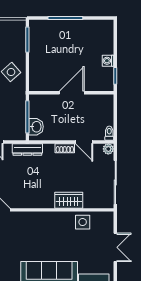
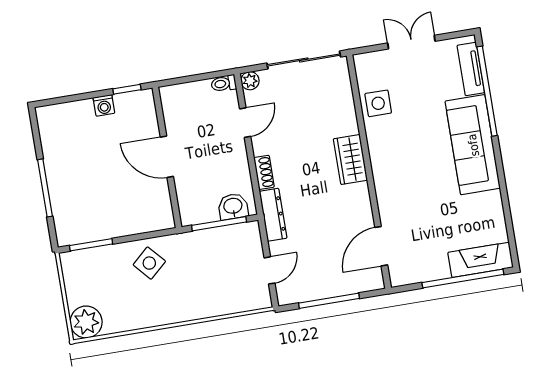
shoe rack: (65, 148) -> (264, 172), moved
wardrobe: (69, 200) -> (350, 159), moved

